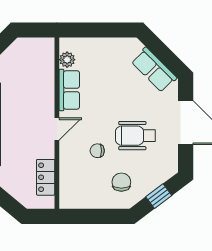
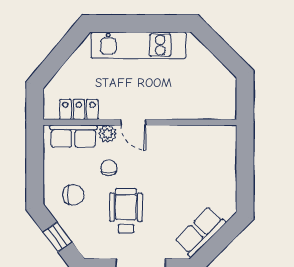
plant: (67, 60) -> (108, 134), moved
row of seats: (69, 90) -> (73, 136), moved

